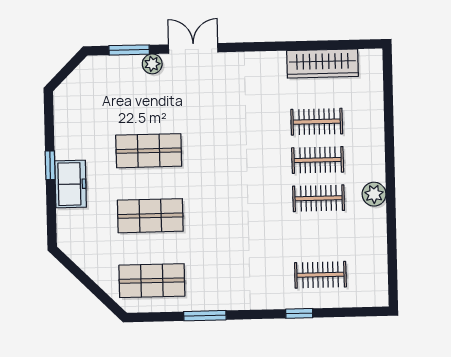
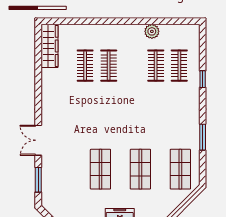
plant: (152, 64) -> (47, 166), removed
wardrobe: (322, 64) -> (50, 46), moved
plant: (374, 194) -> (152, 31), moved
clothes rail: (319, 198) -> (156, 66), moved

